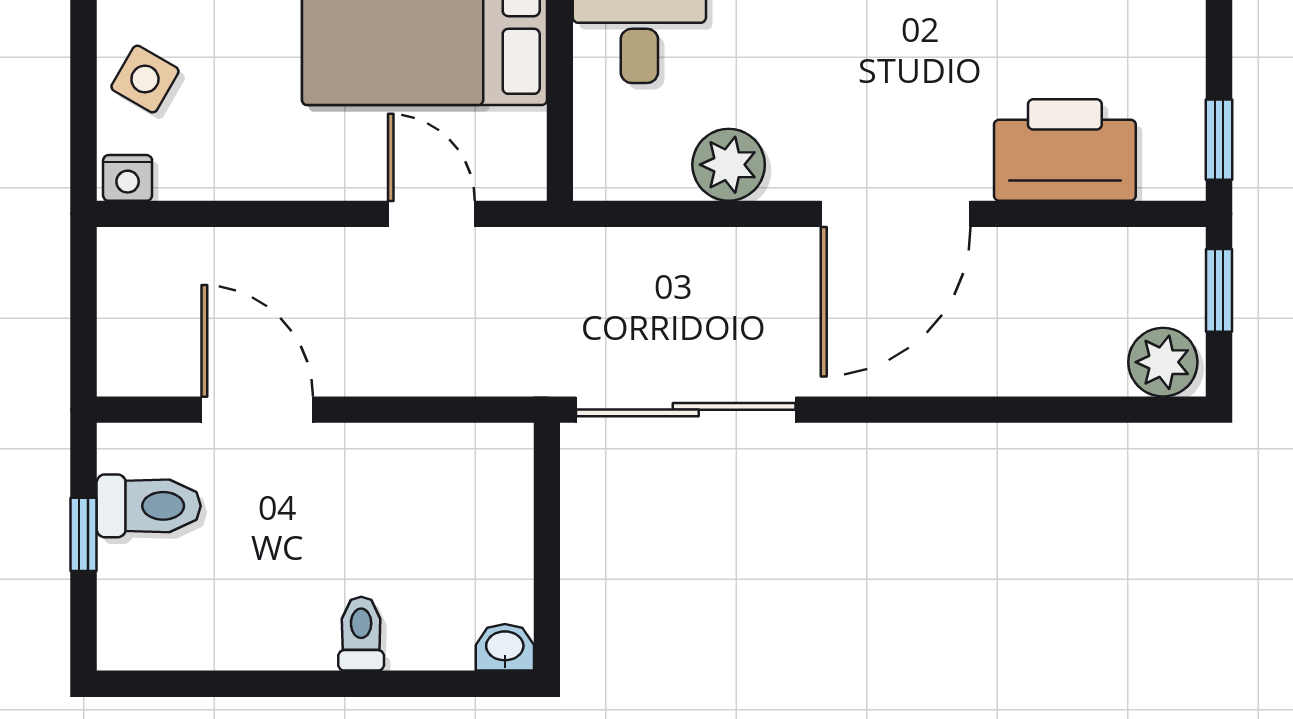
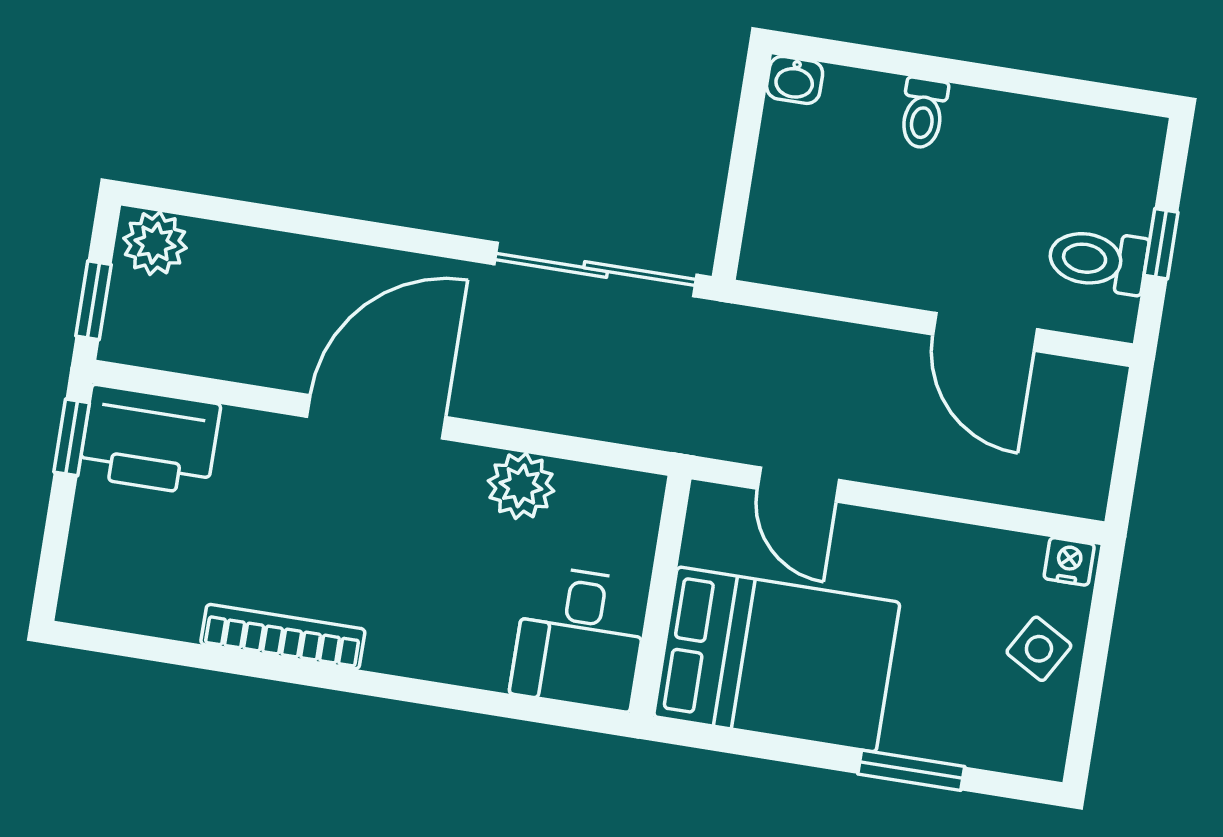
printer: (1065, 150) -> (149, 440), moved

